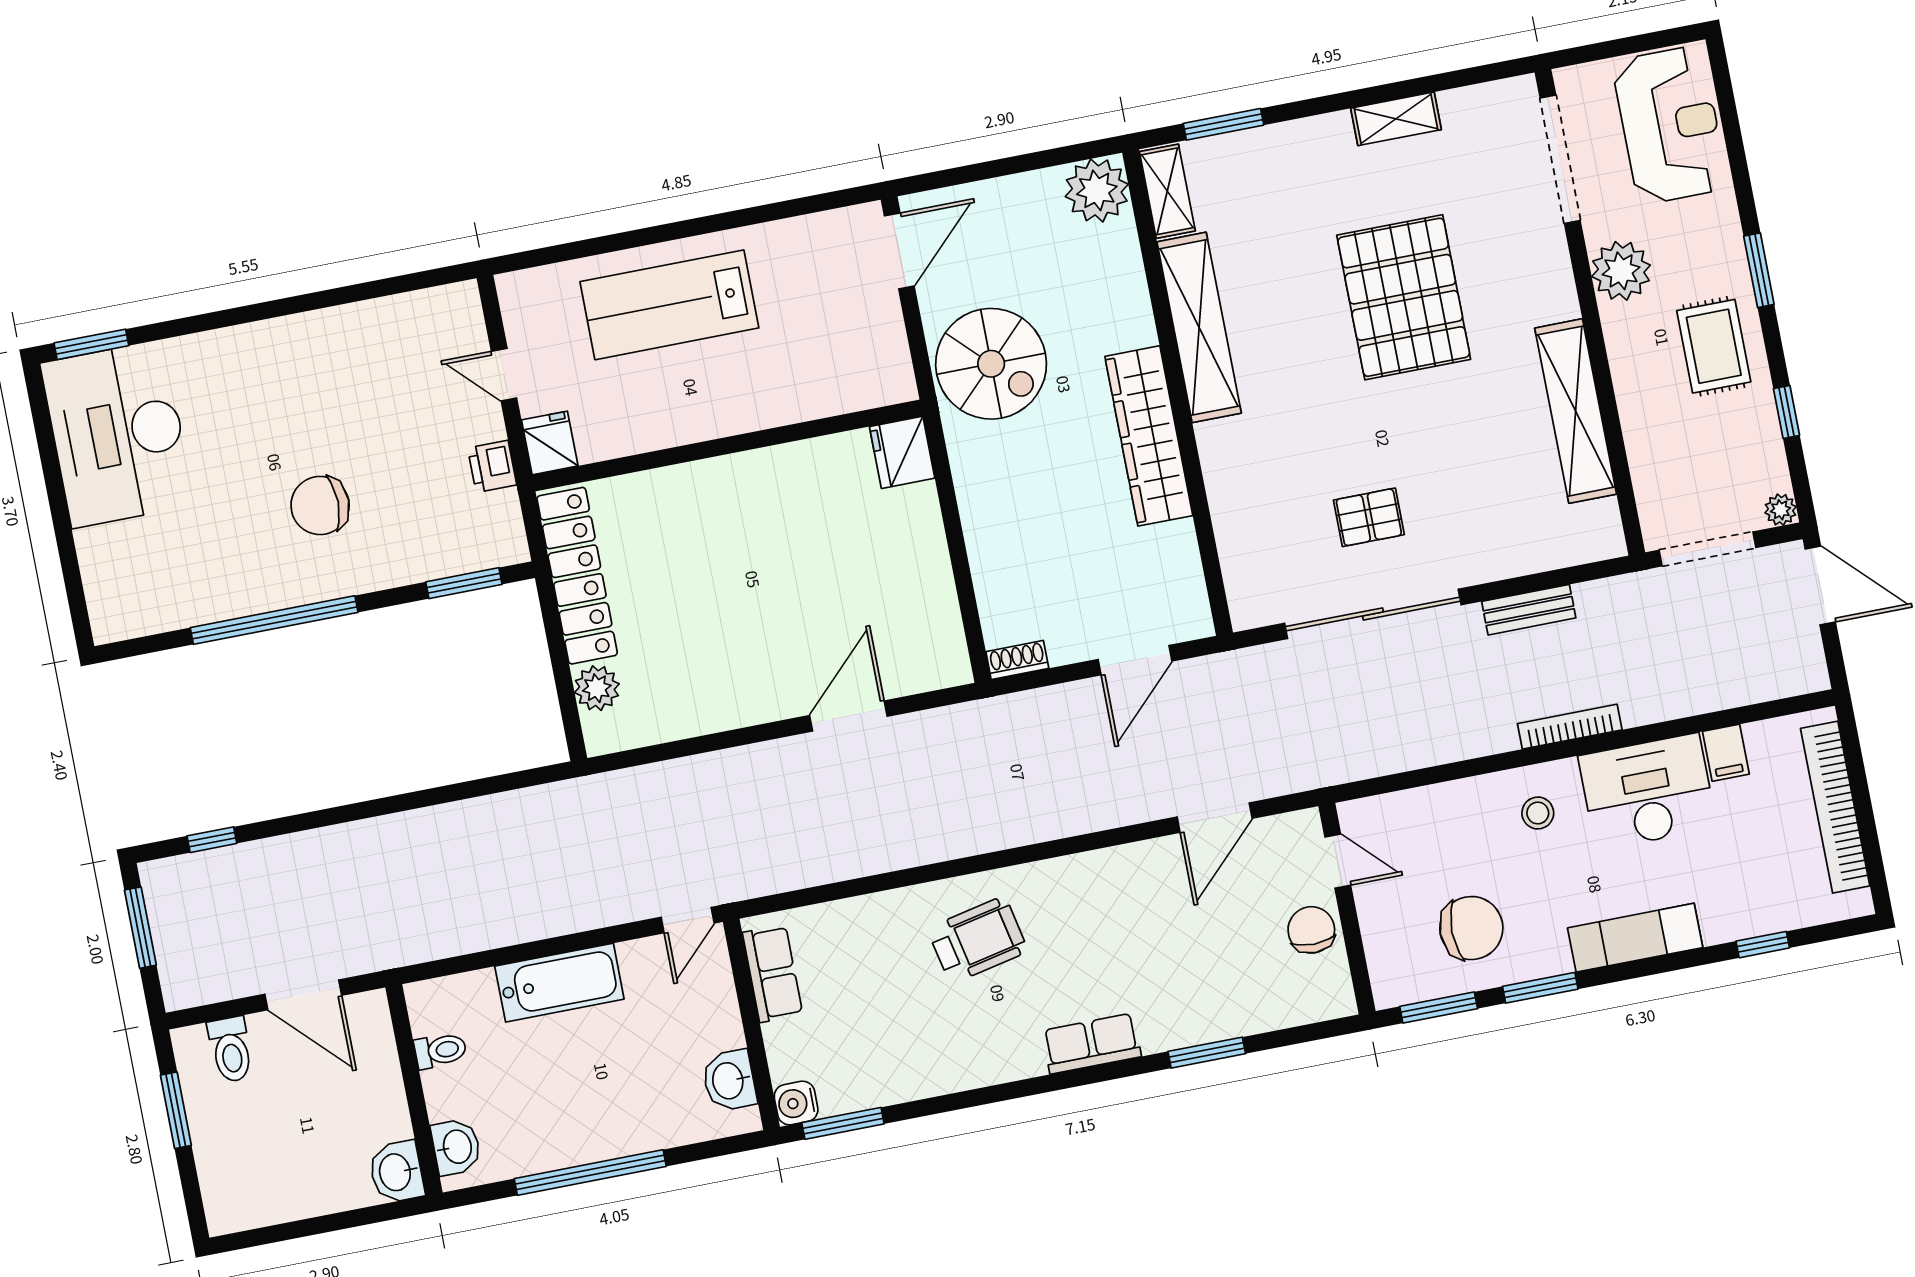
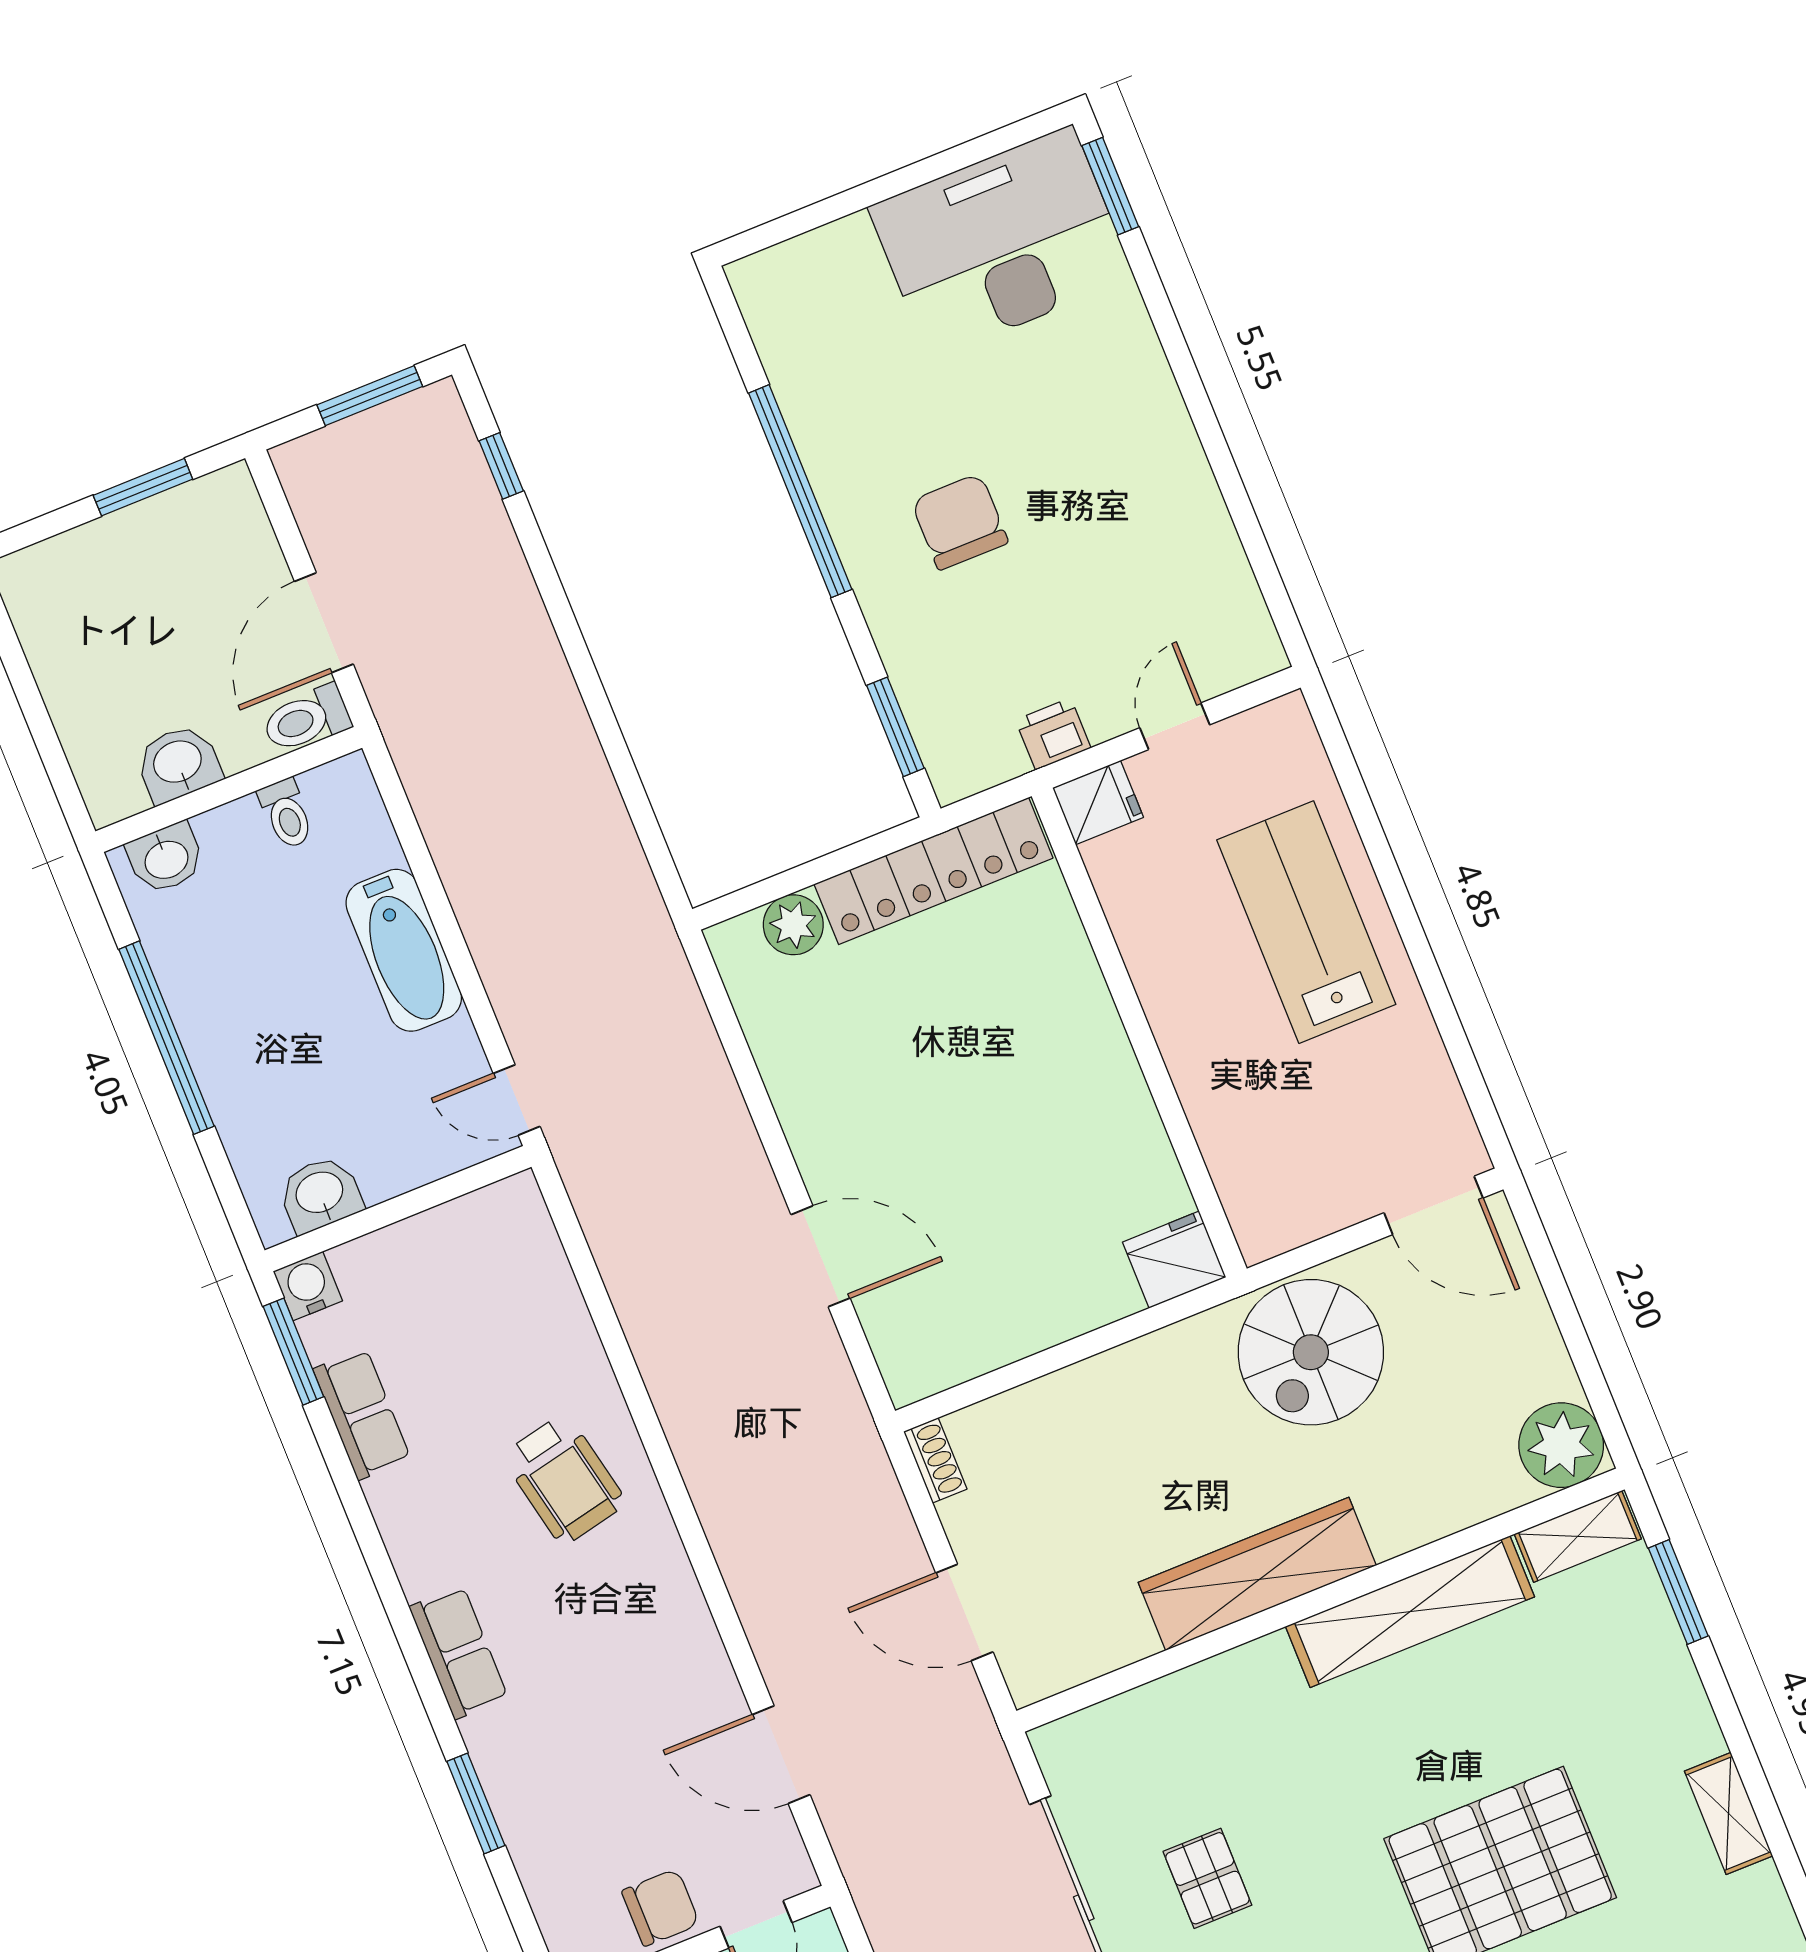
row of seats: (773, 973) -> (362, 1414), moved, turned -90
toilet: (231, 1049) -> (306, 719), moved
washbasin: (396, 1172) -> (178, 763), moved

